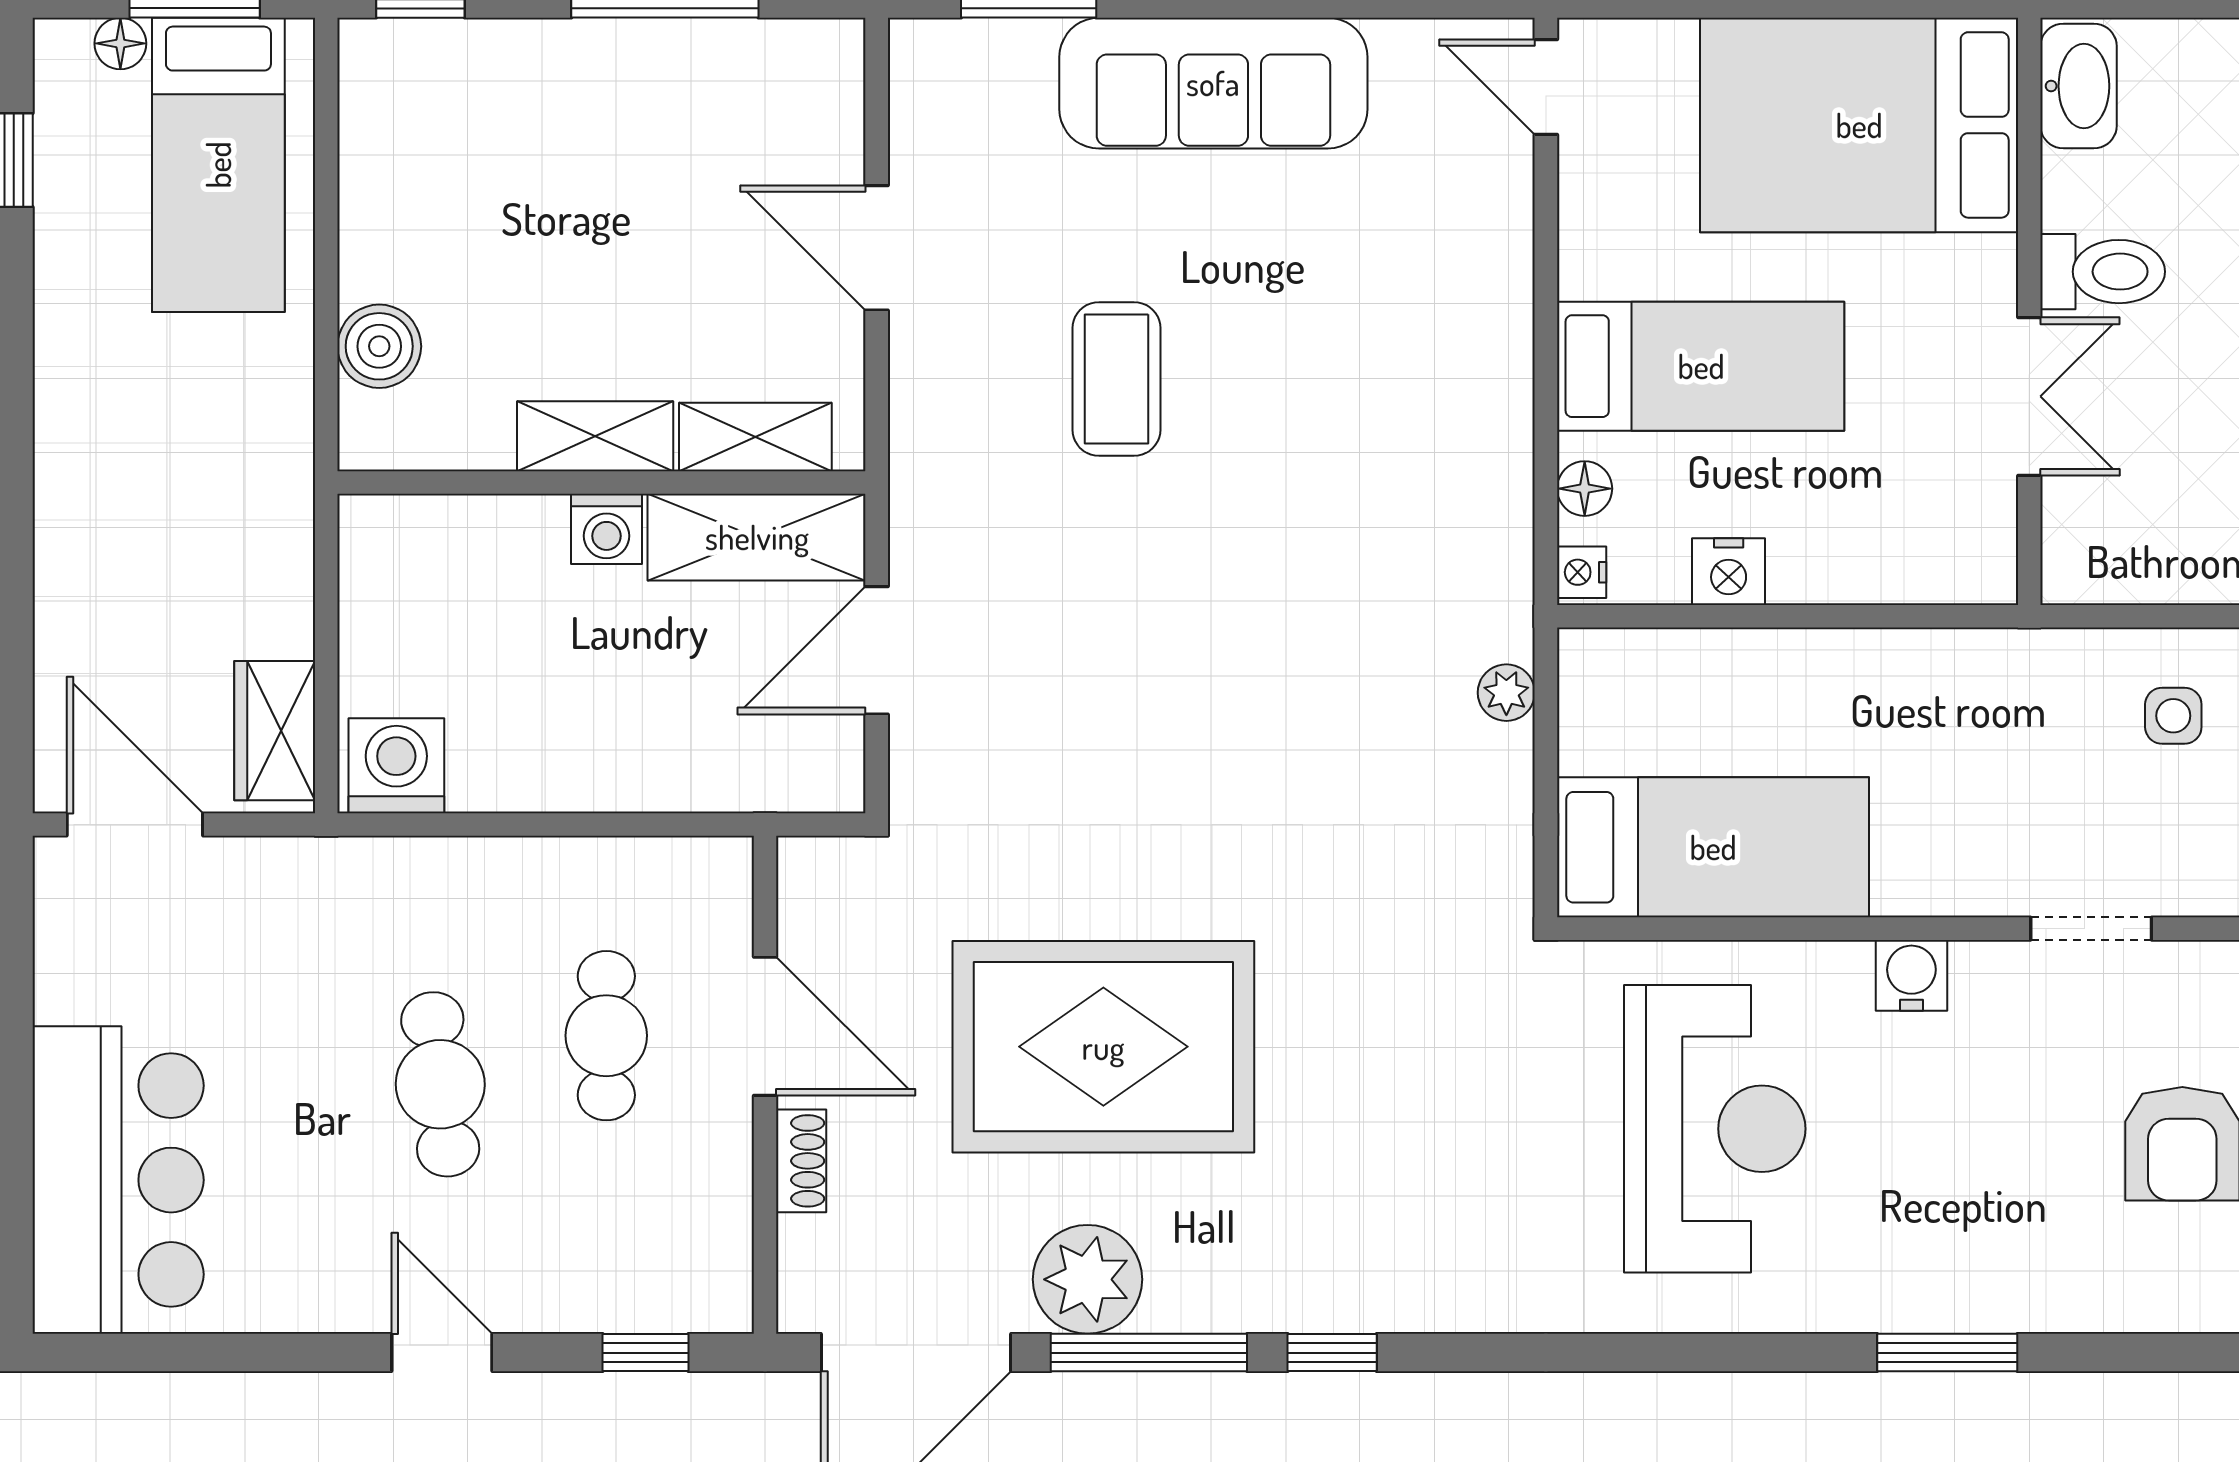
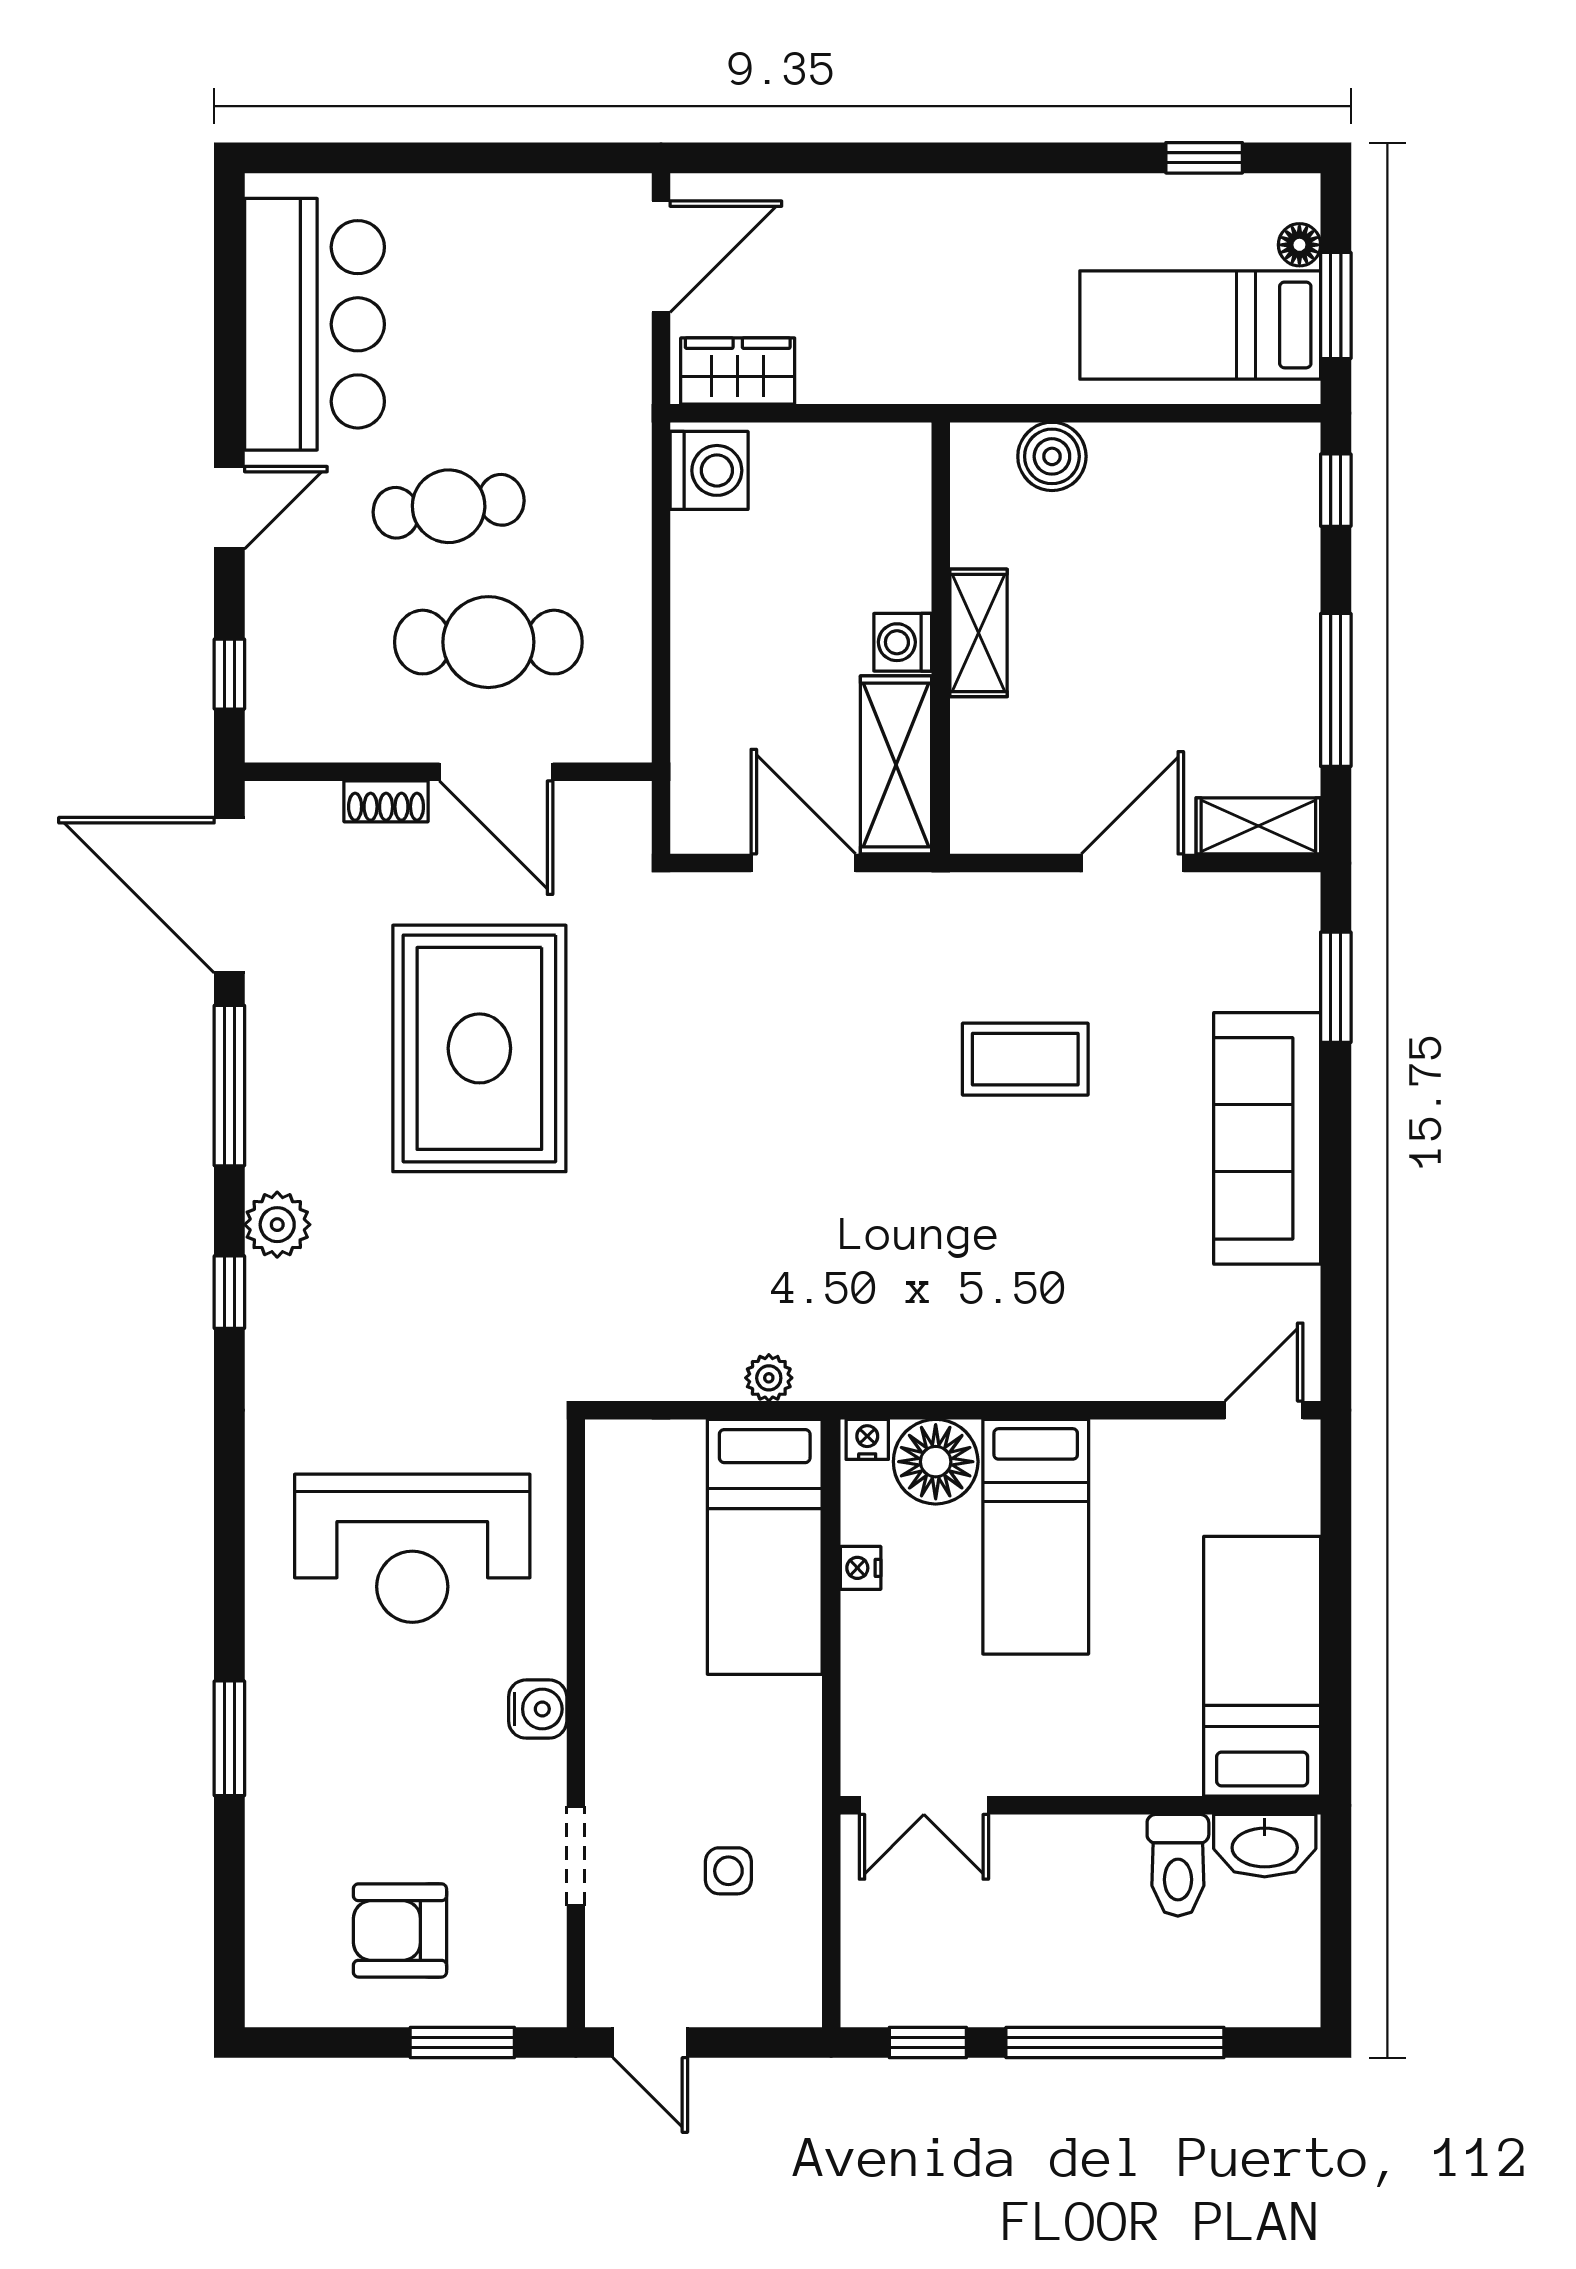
bed: (1859, 125) -> (1262, 1666), width x0.67
toilet: (2103, 272) -> (1178, 1865), moved
double door: (2029, 396) -> (924, 1805), moved
shelving: (755, 437) -> (1258, 826), moved, turned 90
floor lamp: (1585, 489) -> (936, 1462), width x1.89, depth x1.89
nightstand: (1729, 572) -> (861, 1568), width x0.72, depth x0.74
side table: (2173, 716) -> (728, 1871), moved
bed: (1713, 847) -> (765, 1547), moved
door: (765, 1026) -> (496, 772), hinge flipped
cafe table: (606, 1036) -> (488, 642), width x1.37, depth x1.35
bar counter: (118, 1180) -> (314, 324), moved, turned -90
plant: (1087, 1279) -> (277, 1225), moved, width x0.73, depth x0.73
window: (1332, 1353) -> (229, 1292), moved

